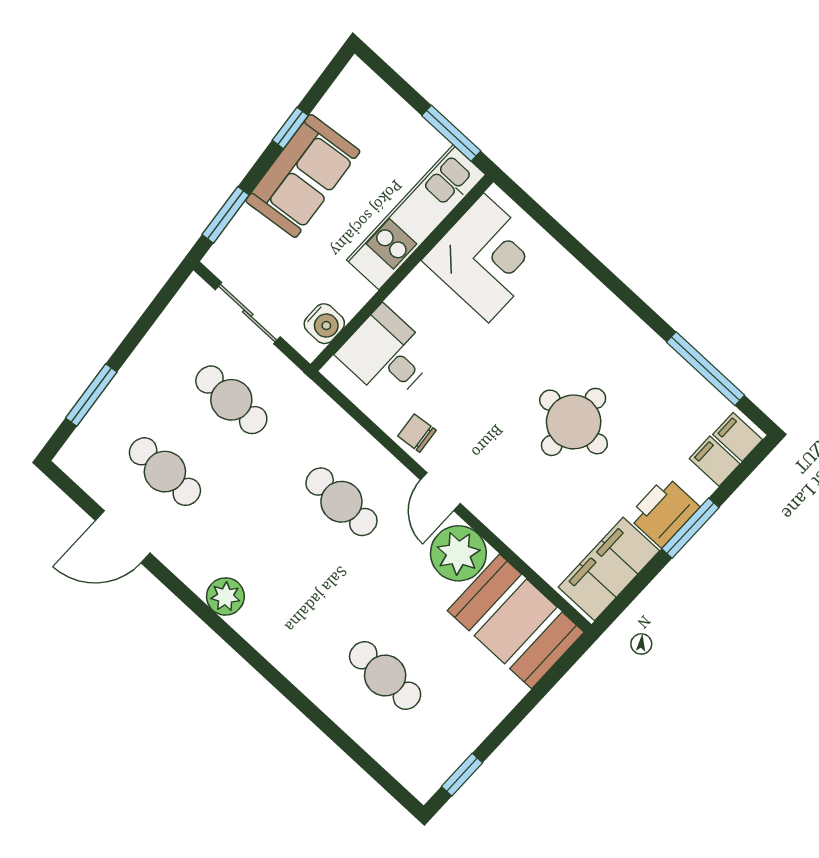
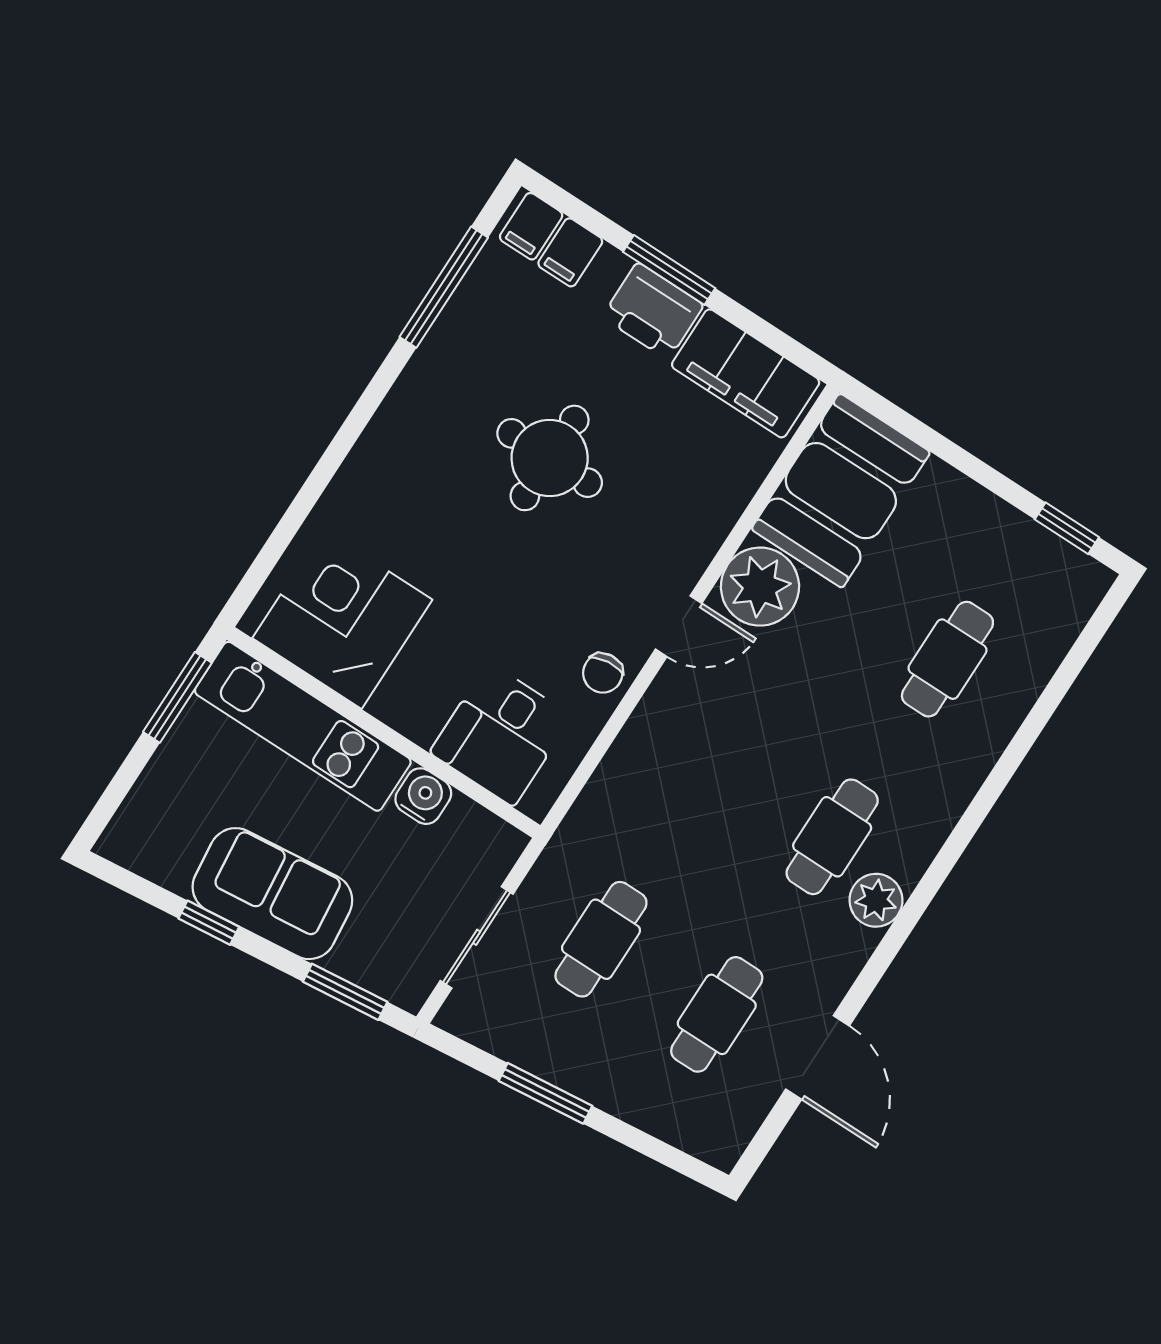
water cooler: (324, 324) -> (423, 796), moved
window: (91, 395) -> (545, 1093), moved
cafe table: (341, 502) -> (832, 837), moved

